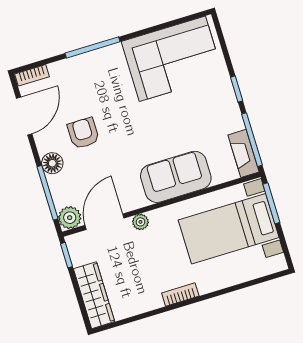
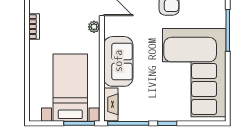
corner sofa: (172, 59) -> (194, 73), width x1.36, depth x1.36
fireplace: (243, 153) -> (111, 104), moved, turned 90
bookcase: (180, 294) -> (34, 27), moved

